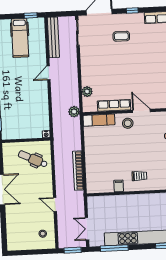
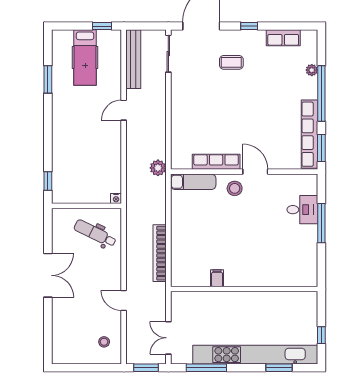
plant: (87, 92) -> (178, 140), removed
trolley: (139, 176) -> (248, 265), removed

